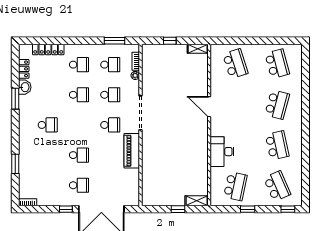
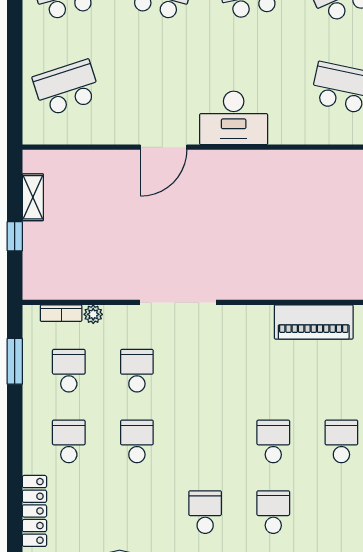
shelving: (198, 49) -> (33, 197), moved
school desk: (110, 125) -> (273, 512), moved
piano: (132, 151) -> (314, 322), moved
desk: (222, 152) -> (234, 118), moved

